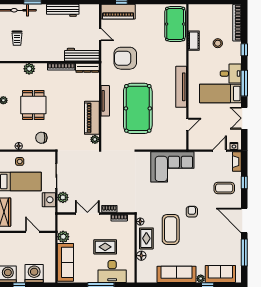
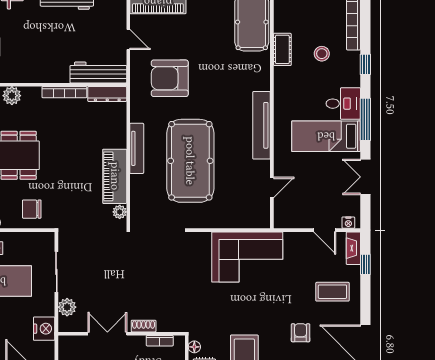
door: (220, 151) -> (325, 230), swing flipped
window: (244, 182) -> (365, 264), moved
nightstand: (49, 200) -> (44, 329), moved
armchair: (192, 212) -> (301, 333), moved

